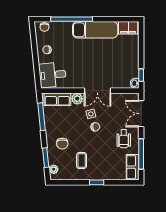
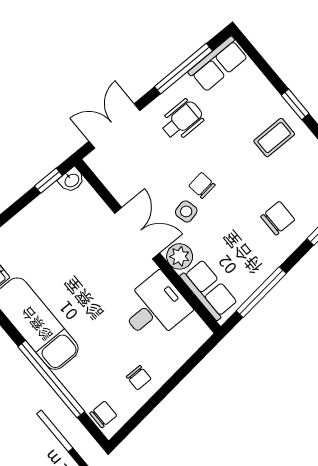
desk: (53, 75) -> (155, 308), moved, turned -84
double door: (141, 114) -> (114, 126), swing flipped
coffee table: (82, 161) -> (274, 138), moved

